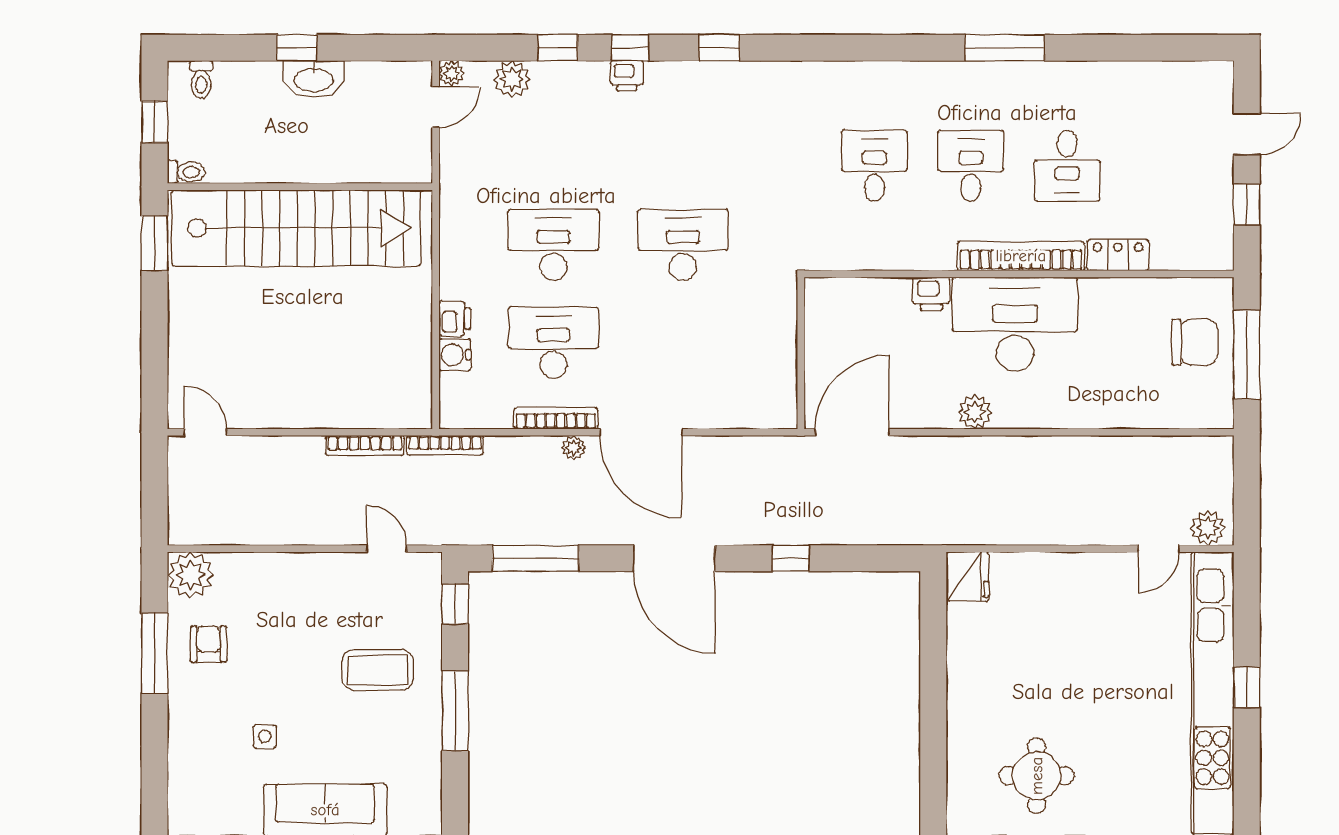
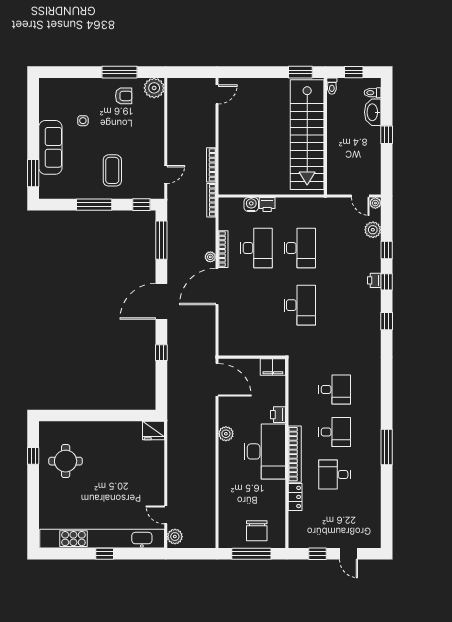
washbasin: (314, 79) -> (373, 112), moved
filing cabinet: (823, 306) -> (273, 367), added

